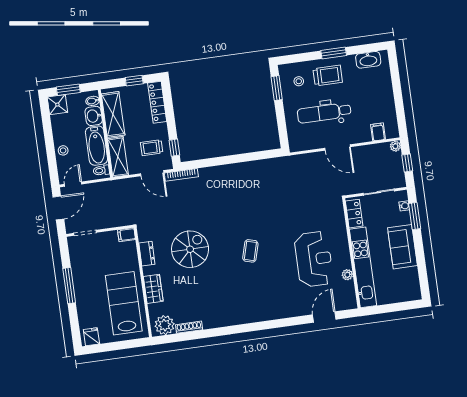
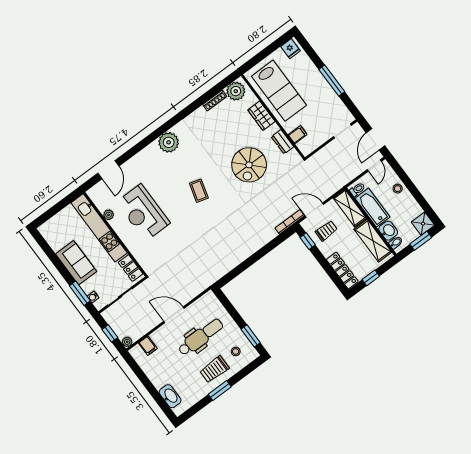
washbasin: (368, 60) -> (170, 396), moved, turned 90
filing cabinet: (127, 235) -> (298, 135), moved
plant: (254, 312) -> (169, 142), added

